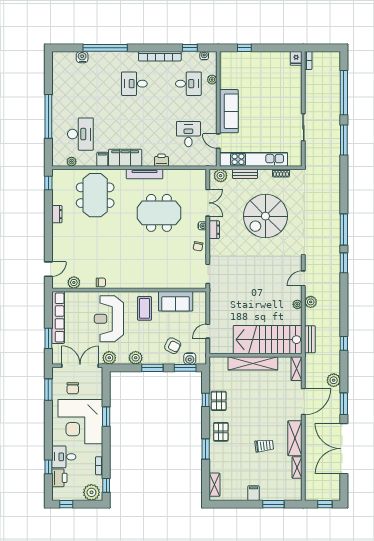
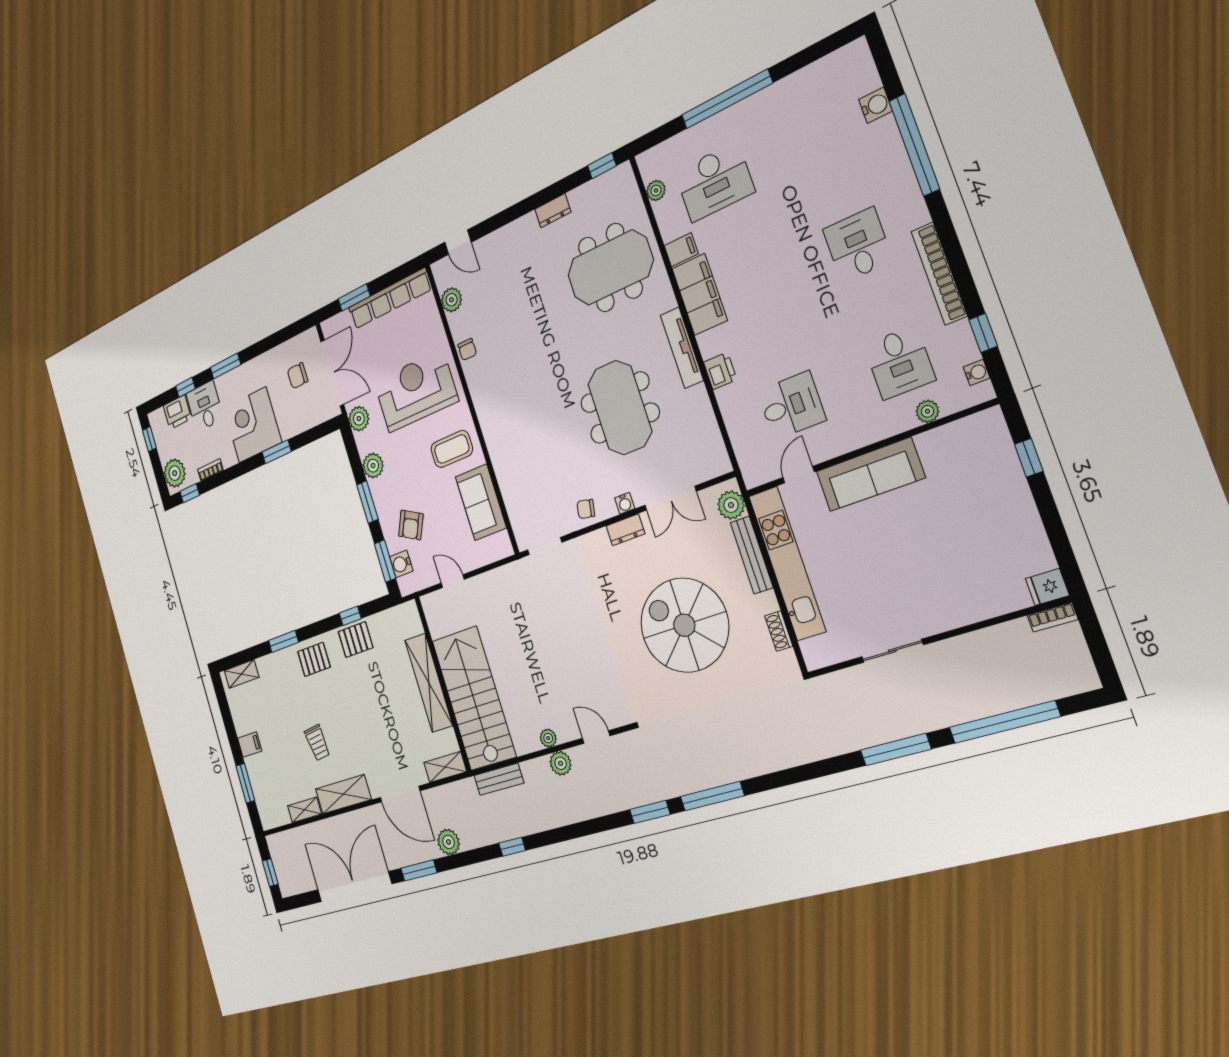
bench: (245, 174) -> (752, 555), width x1.36
window: (48, 390) -> (225, 366), moved
corner desk: (80, 422) -> (253, 425), width x0.74, depth x0.74

